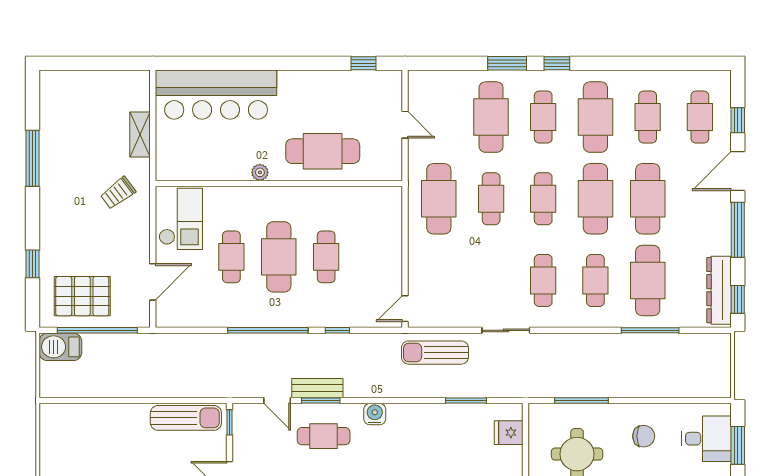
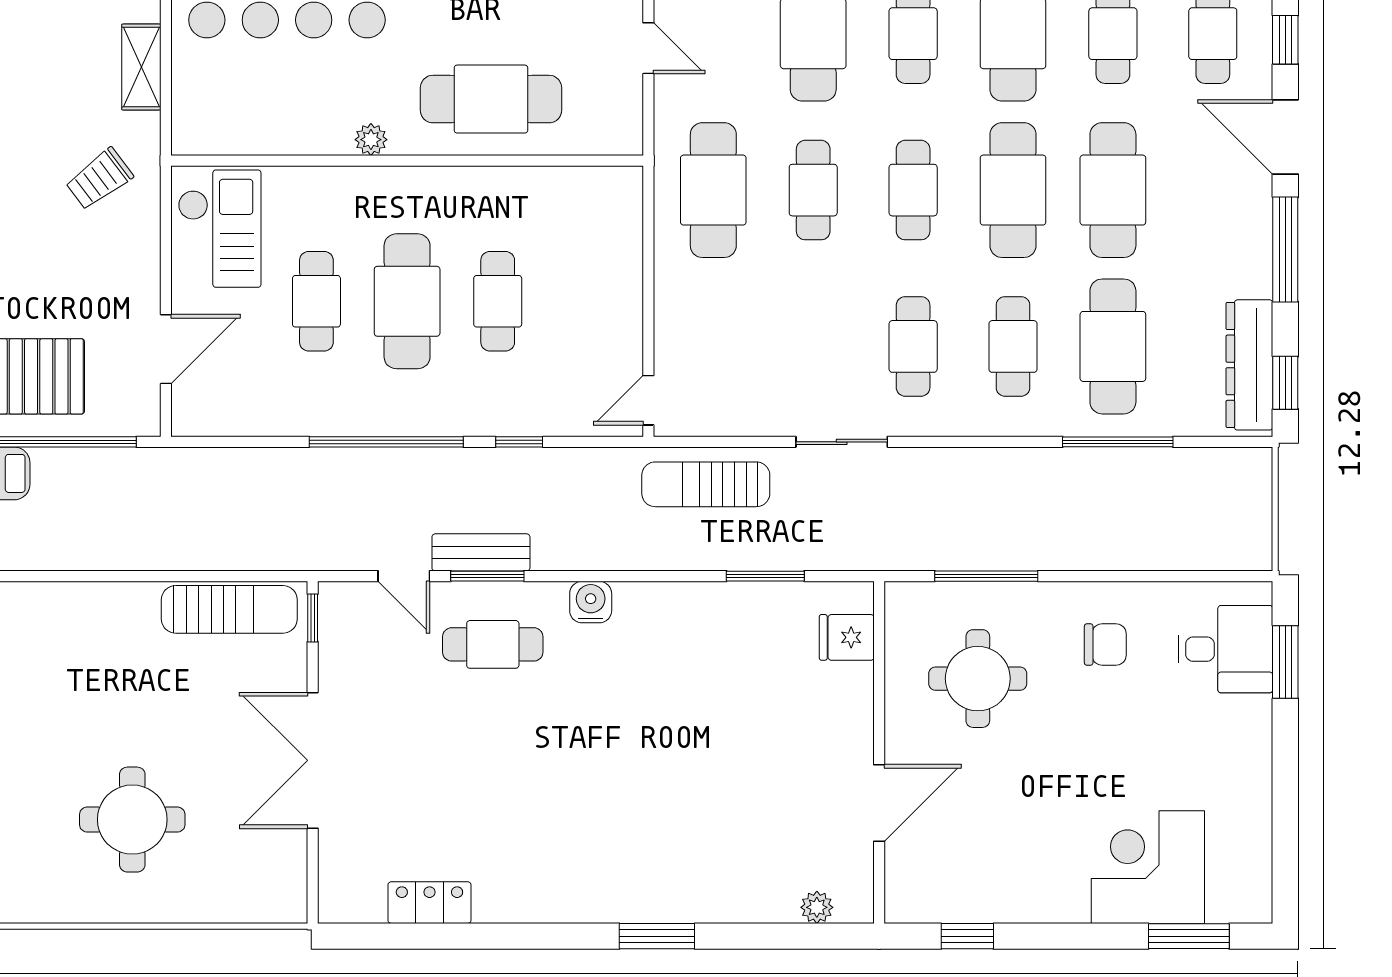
door: (738, 171) -> (1285, 137), hinge flipped

